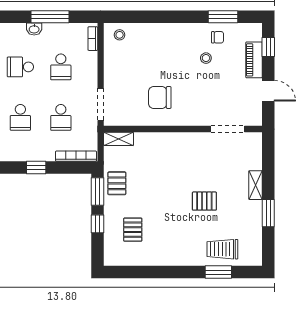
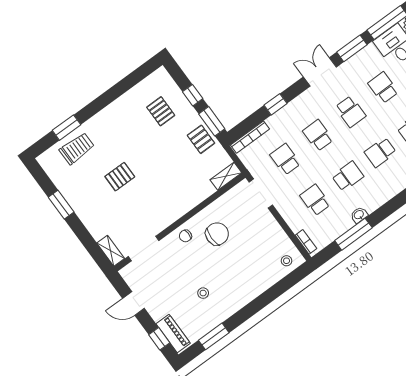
chair: (218, 37) -> (185, 236), moved
piano: (254, 60) -> (173, 334), moved
shelving: (256, 185) -> (111, 251), moved

